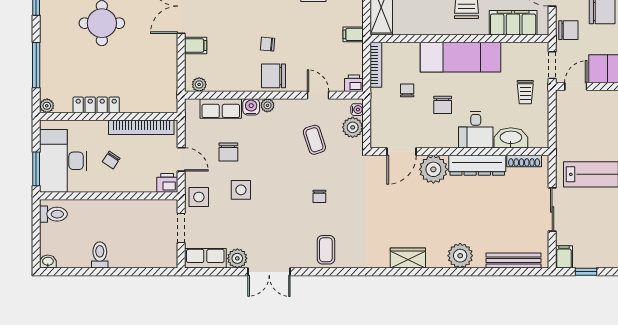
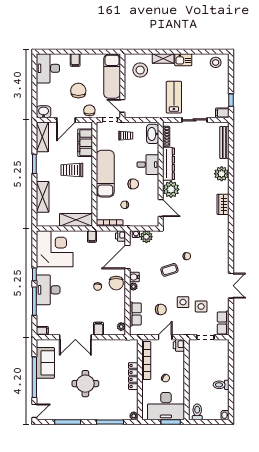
door: (318, 95) -> (127, 257), width x1.87
locker: (96, 105) -> (133, 376), moved
water cooler: (251, 107) -> (134, 277), moved
washbasin: (511, 138) -> (153, 134), moved
coffee table: (314, 140) -> (169, 270), moved
side table: (199, 197) -> (201, 306), moved
coffee table: (326, 250) -> (218, 252), removed
plant: (237, 258) -> (223, 304), removed

